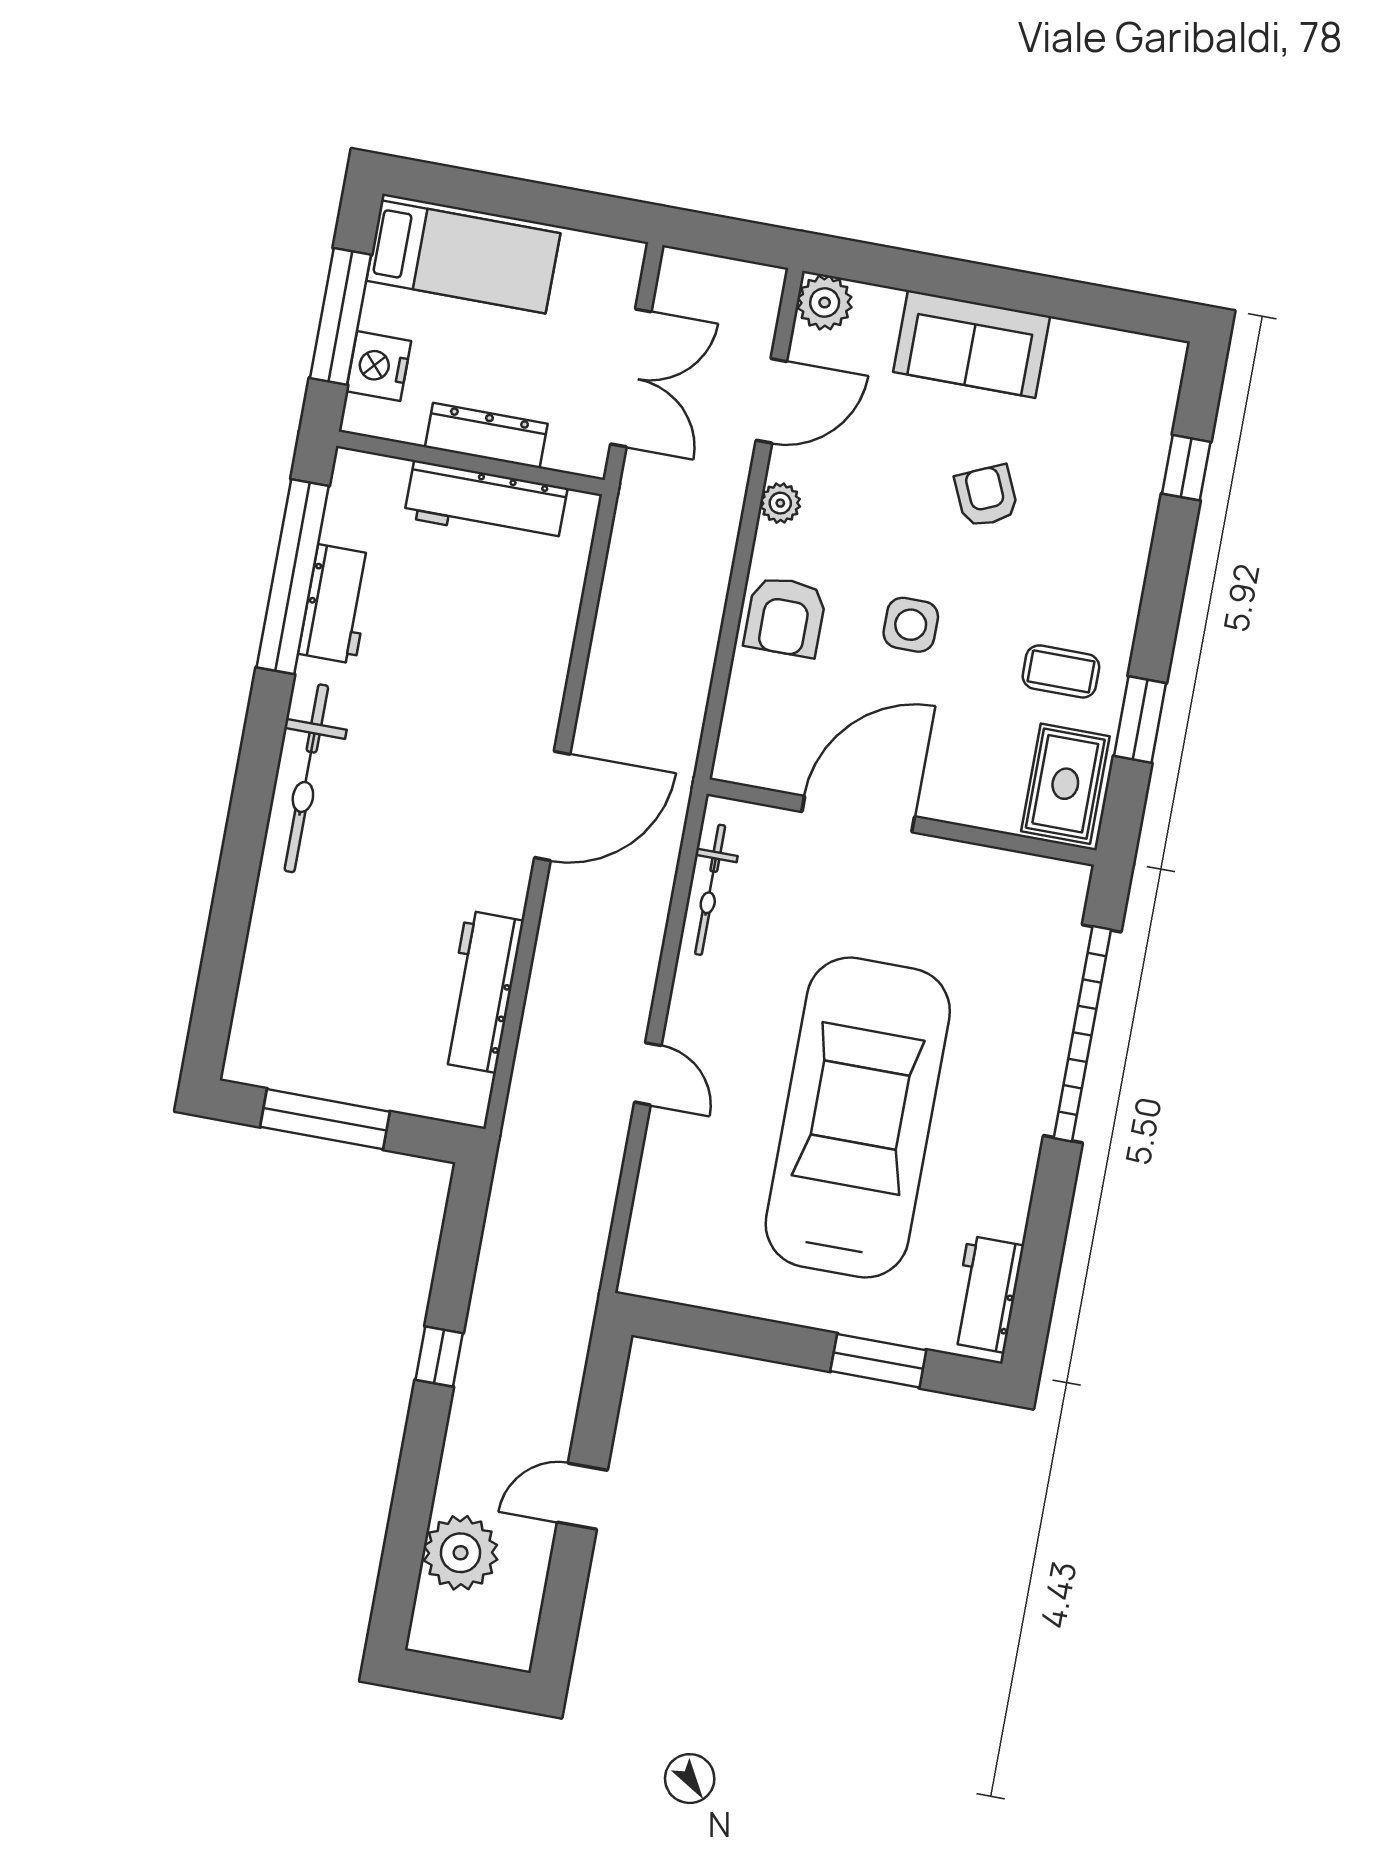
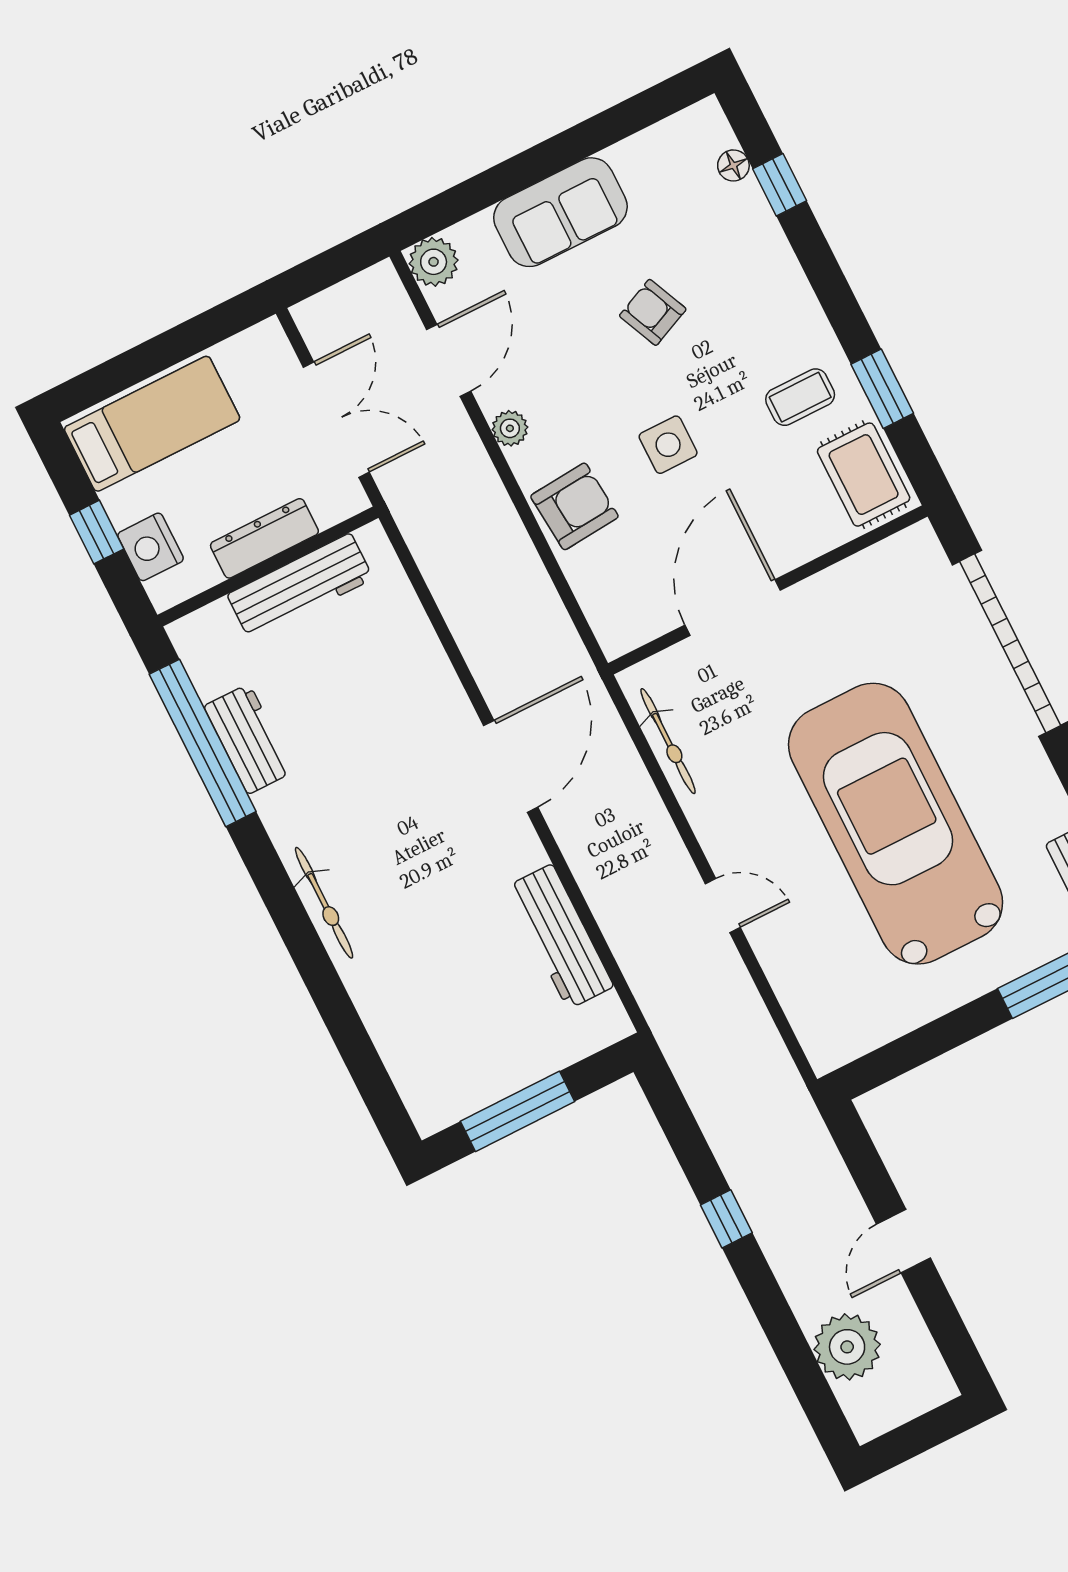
window: (340, 316) -> (97, 532), width x0.46
floor lamp: (1158, 419) -> (733, 165), added
armchair: (785, 617) -> (574, 506), turned -95
bicycle: (306, 778) -> (324, 903), width x0.73, depth x0.71

